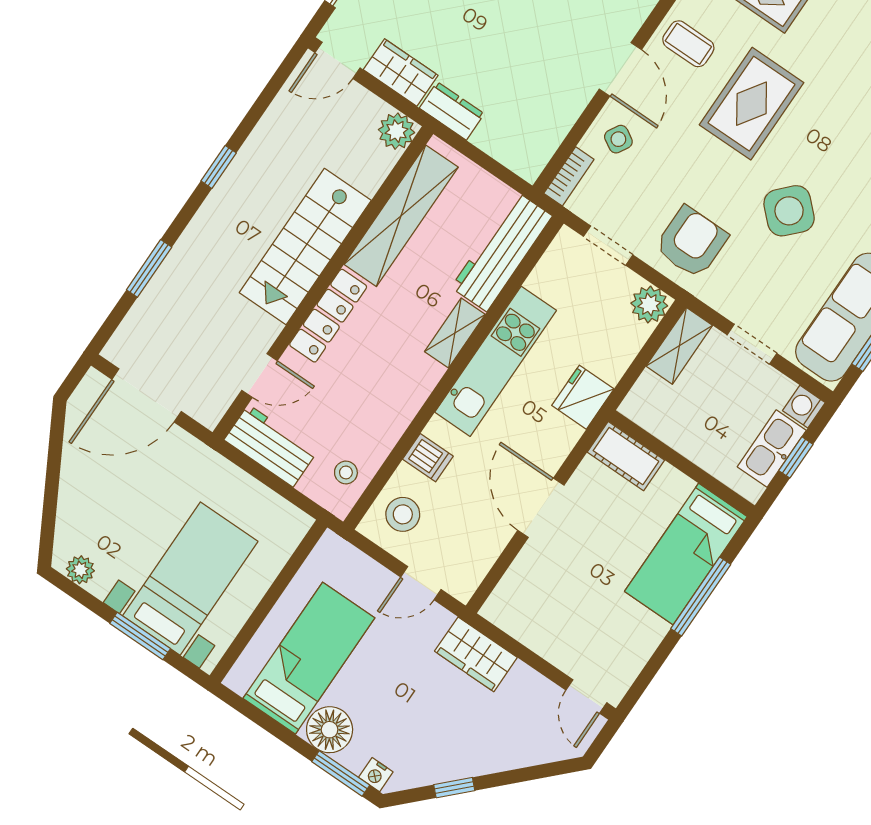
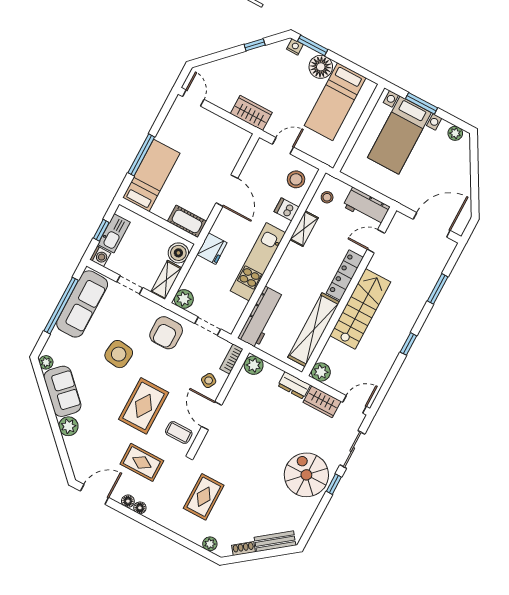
plant: (527, 159) -> (254, 365), added
side table: (789, 211) -> (119, 354), turned -37
shelving: (455, 333) -> (304, 229), moved
boiler: (650, 396) -> (178, 253), added

